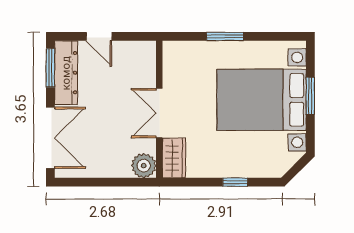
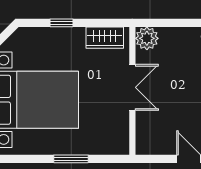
wardrobe: (174, 158) -> (105, 38), moved, turned -90

